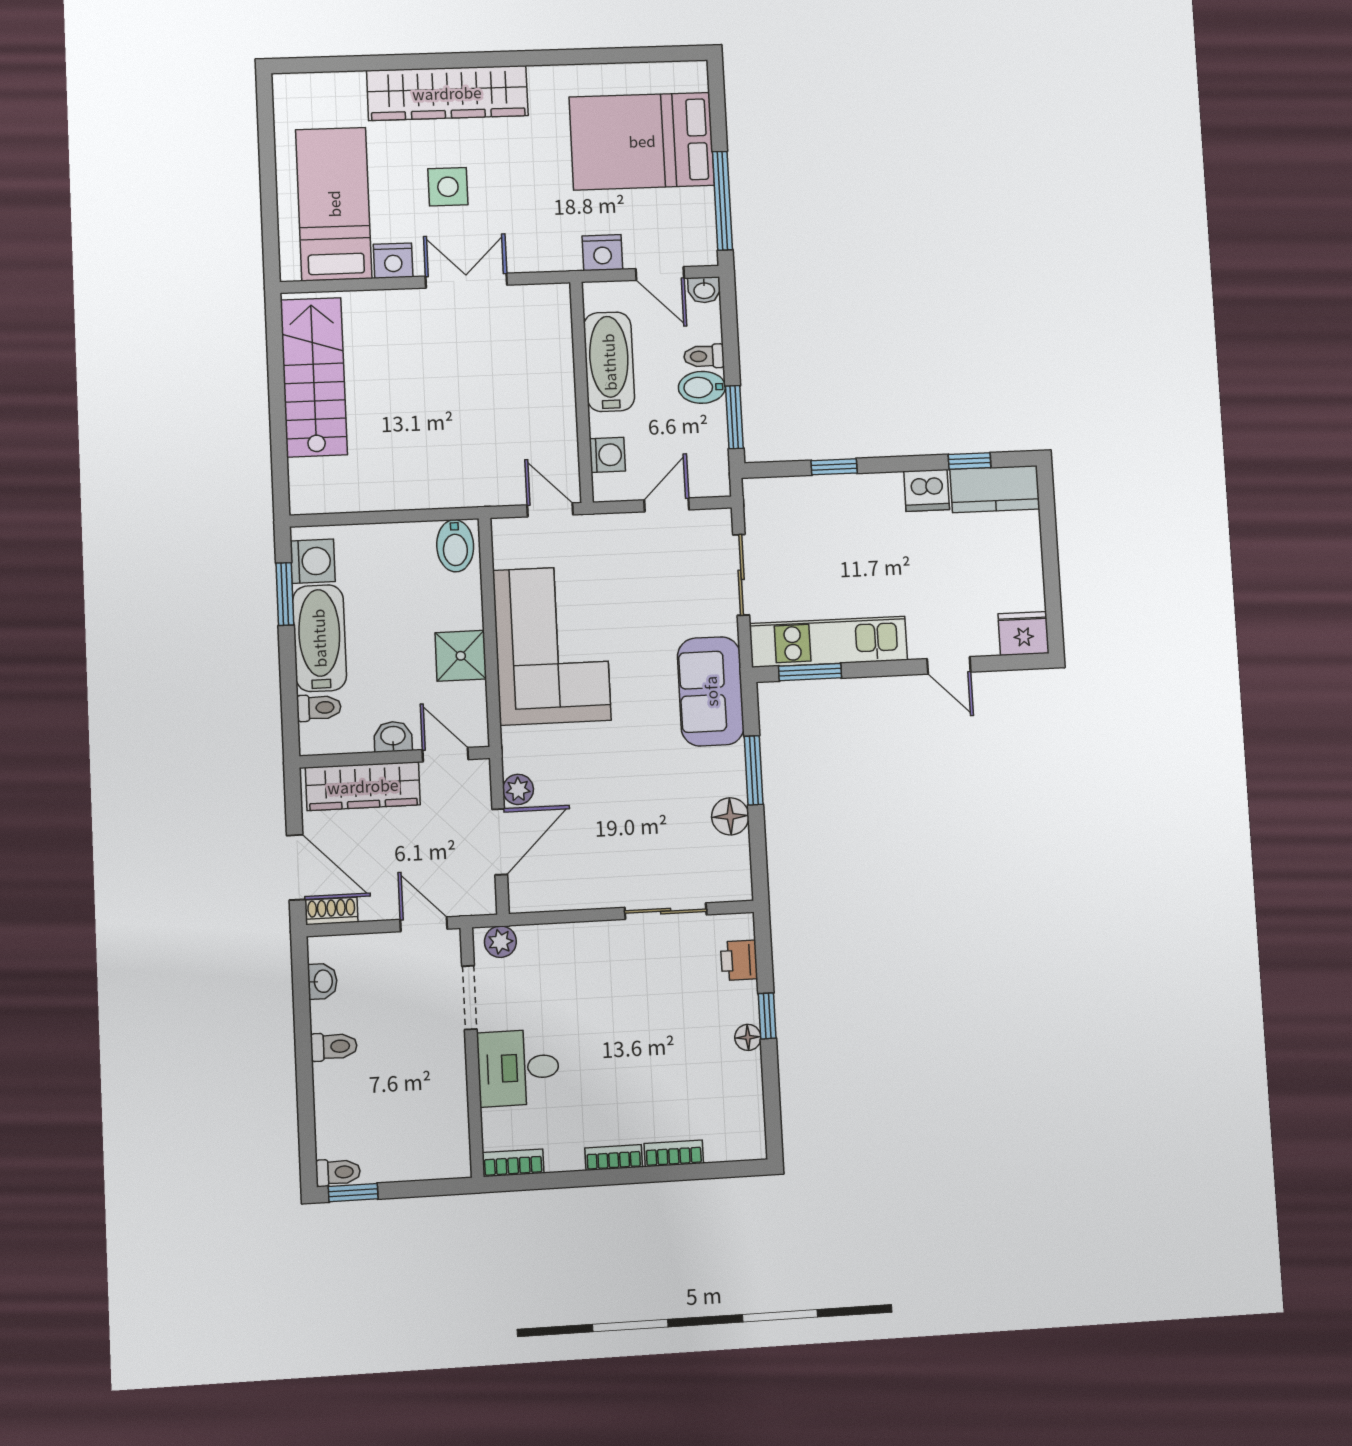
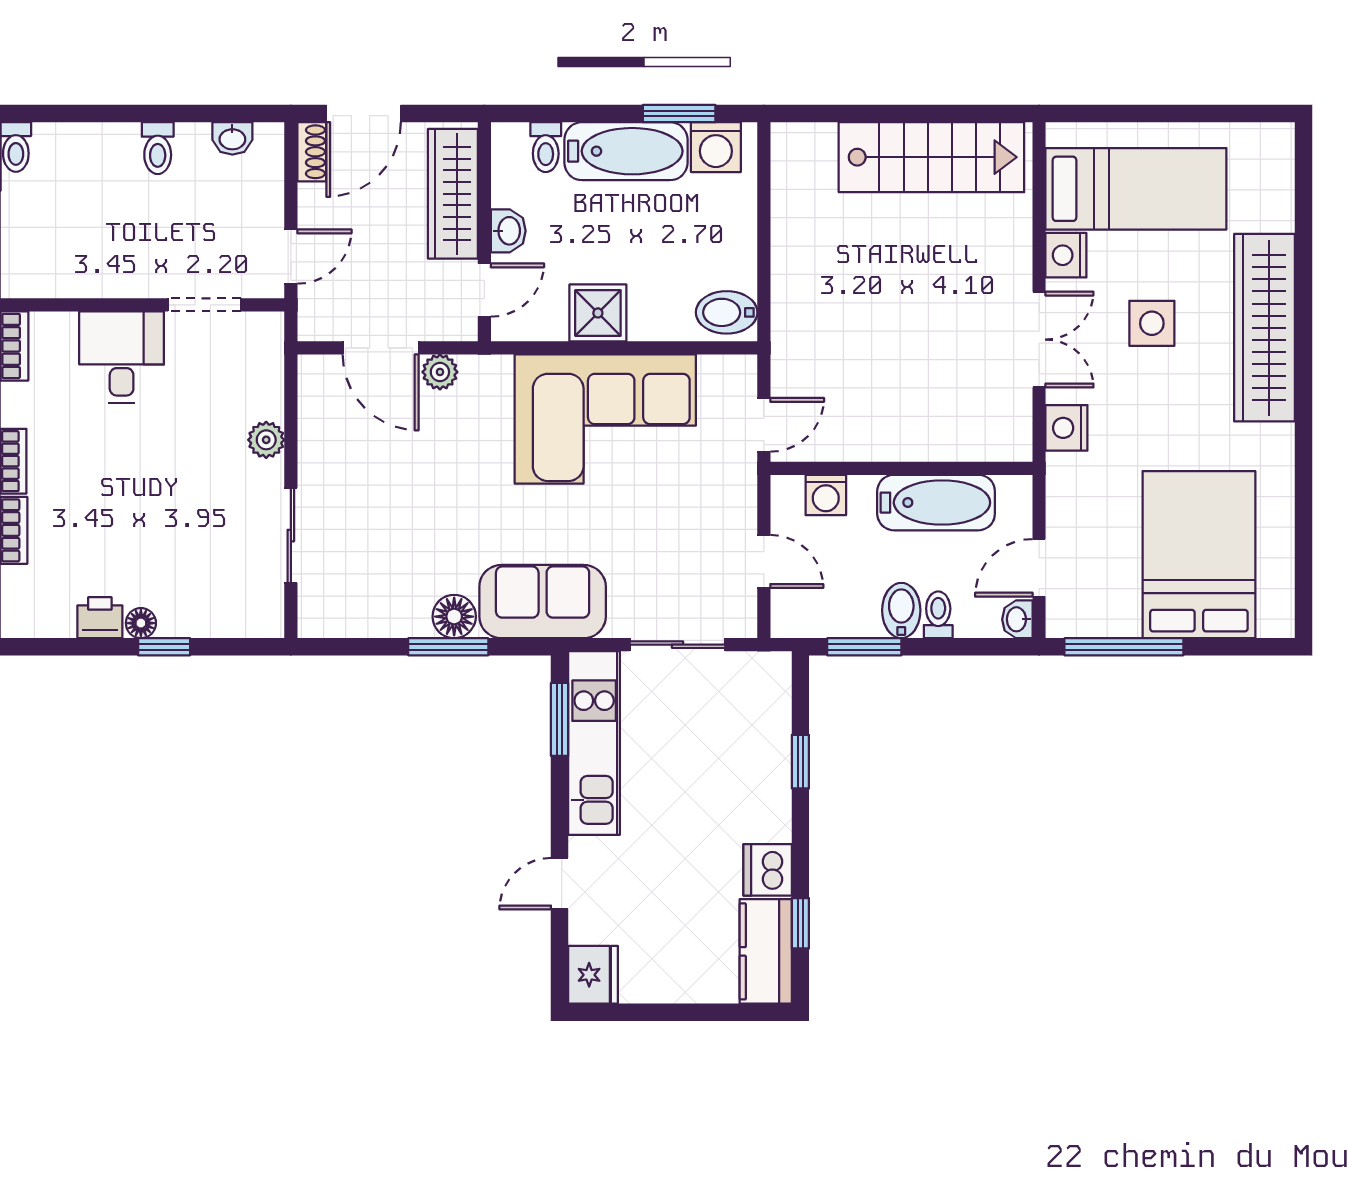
nightstand: (602, 253) -> (1066, 428), moved
floor lamp: (730, 816) -> (454, 617), moved
plant: (500, 942) -> (266, 440), moved
printer: (739, 960) -> (100, 618), moved

